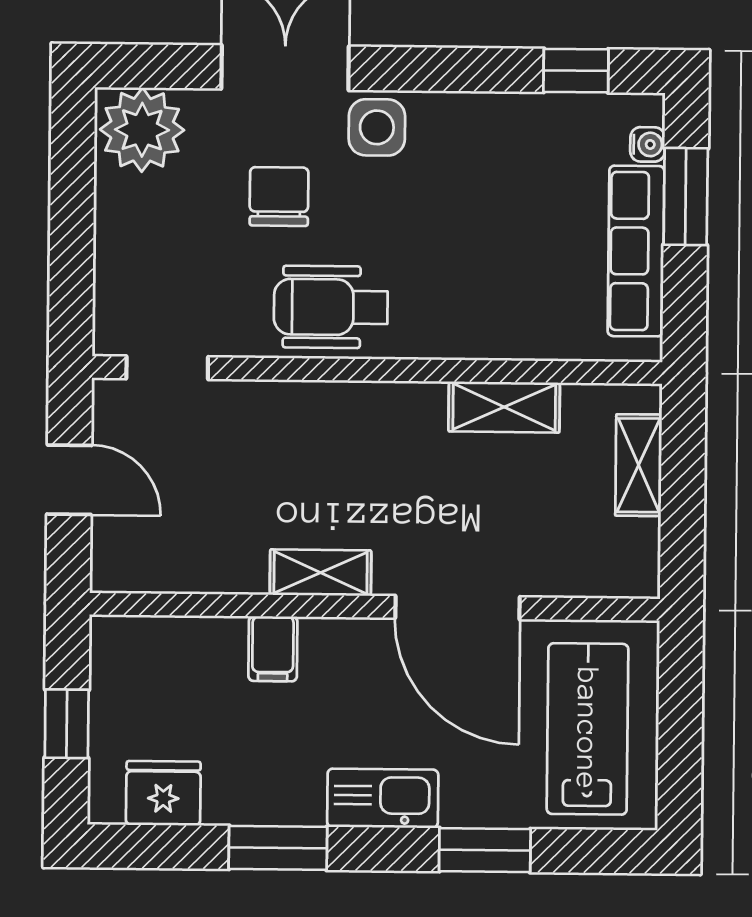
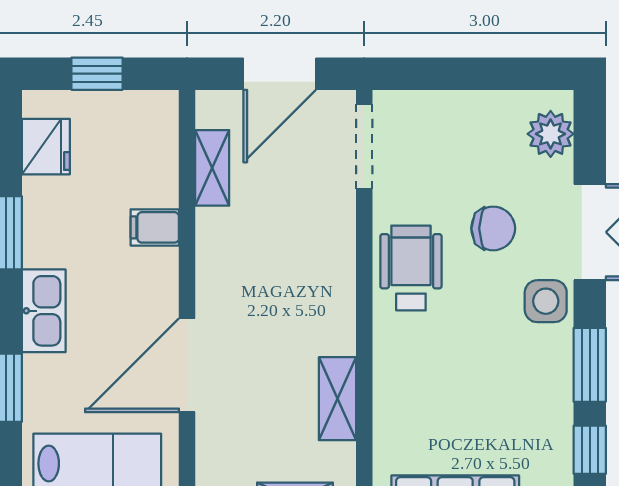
window: (463, 69) -> (590, 365), added
plant: (142, 130) -> (551, 134), width x0.73, depth x0.73
doorway: (167, 368) -> (364, 146), width x1.38
door: (69, 480) -> (280, 74), width x1.38
shelving: (321, 573) -> (212, 168), moved

